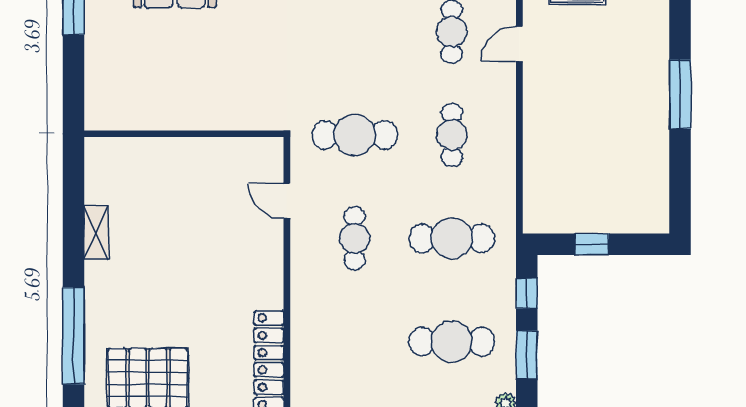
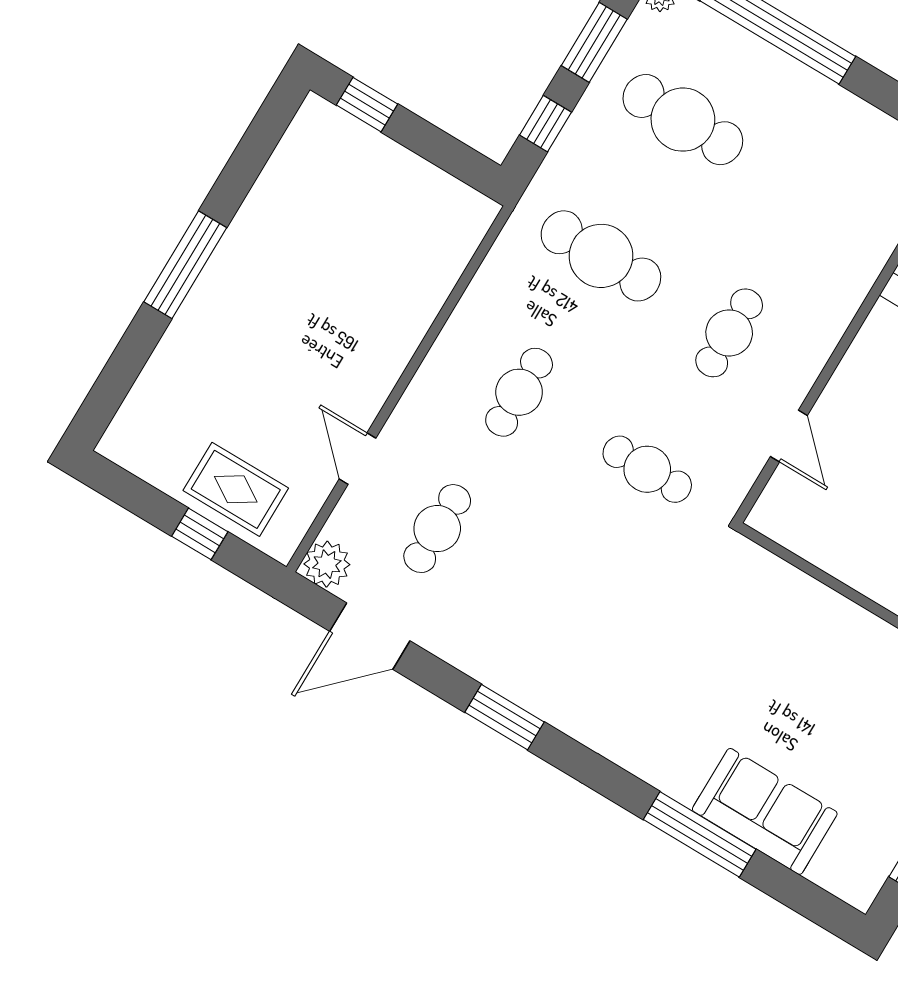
door: (519, 44) -> (358, 459), swing flipped
cafe table: (355, 135) -> (647, 469), width x0.73, depth x0.74
window: (592, 244) -> (367, 105), moved

